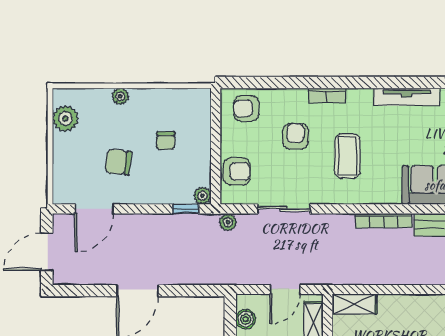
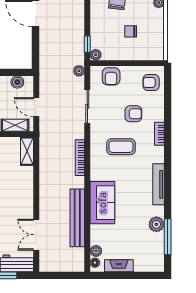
armchair: (246, 108) -> (151, 82), turned -90
bookcase: (384, 221) -> (80, 158), moved

